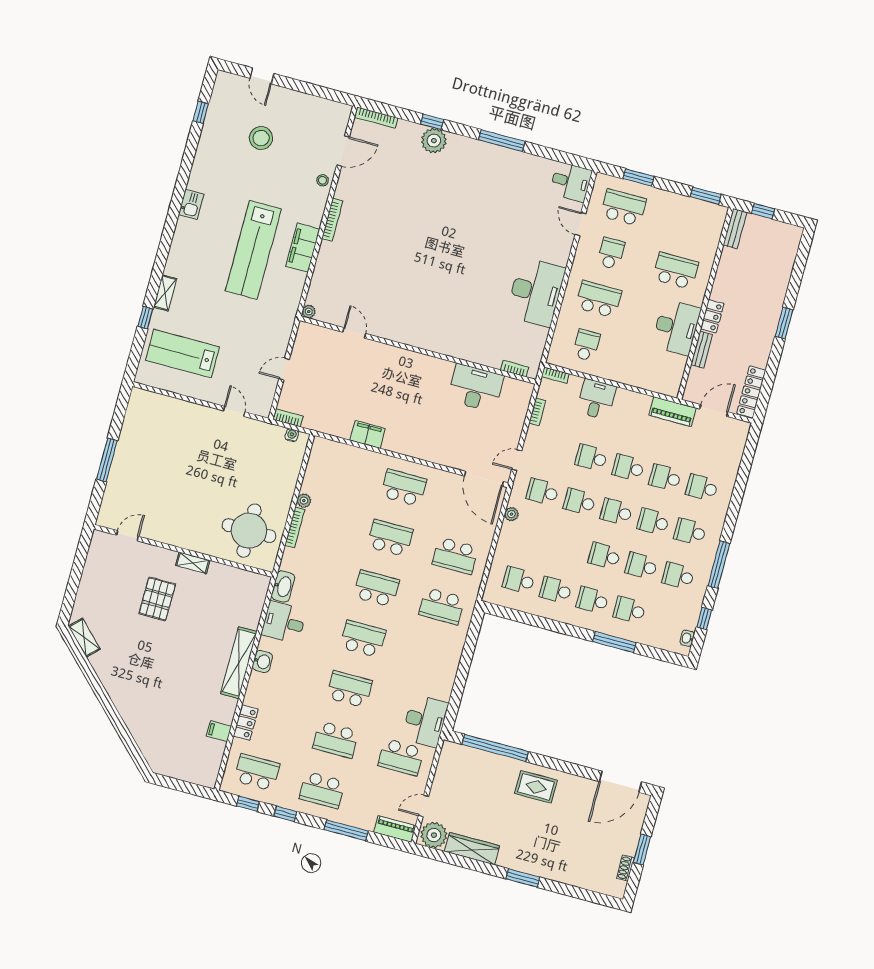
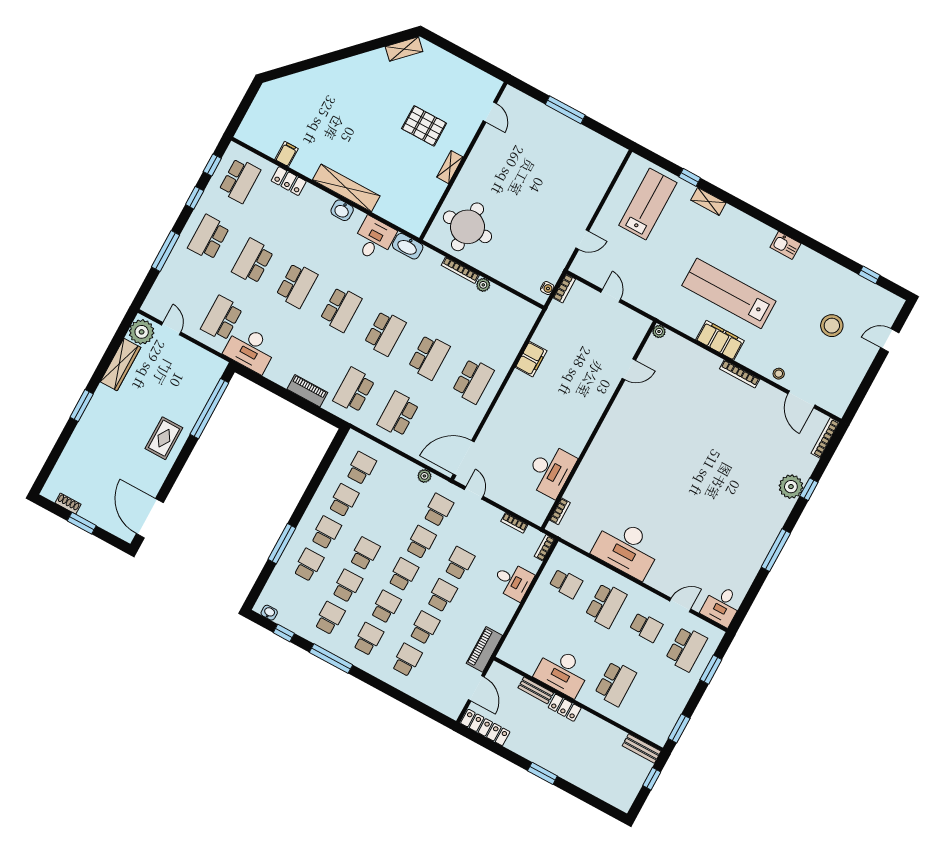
piano: (395, 829) -> (307, 391), moved, turned -90

